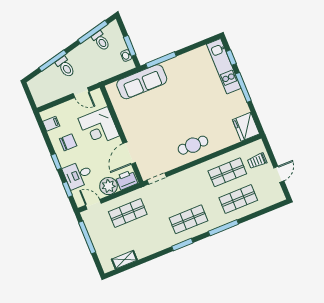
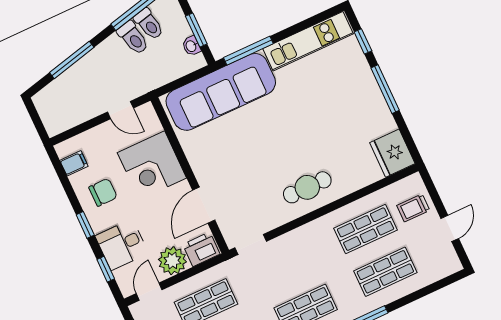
kitchen unit: (224, 66) -> (308, 41), moved, turned -90
toilet: (65, 67) -> (133, 38), moved
sofa: (142, 82) -> (221, 92), width x1.36, depth x1.27
door: (93, 204) -> (149, 292), hinge flipped

